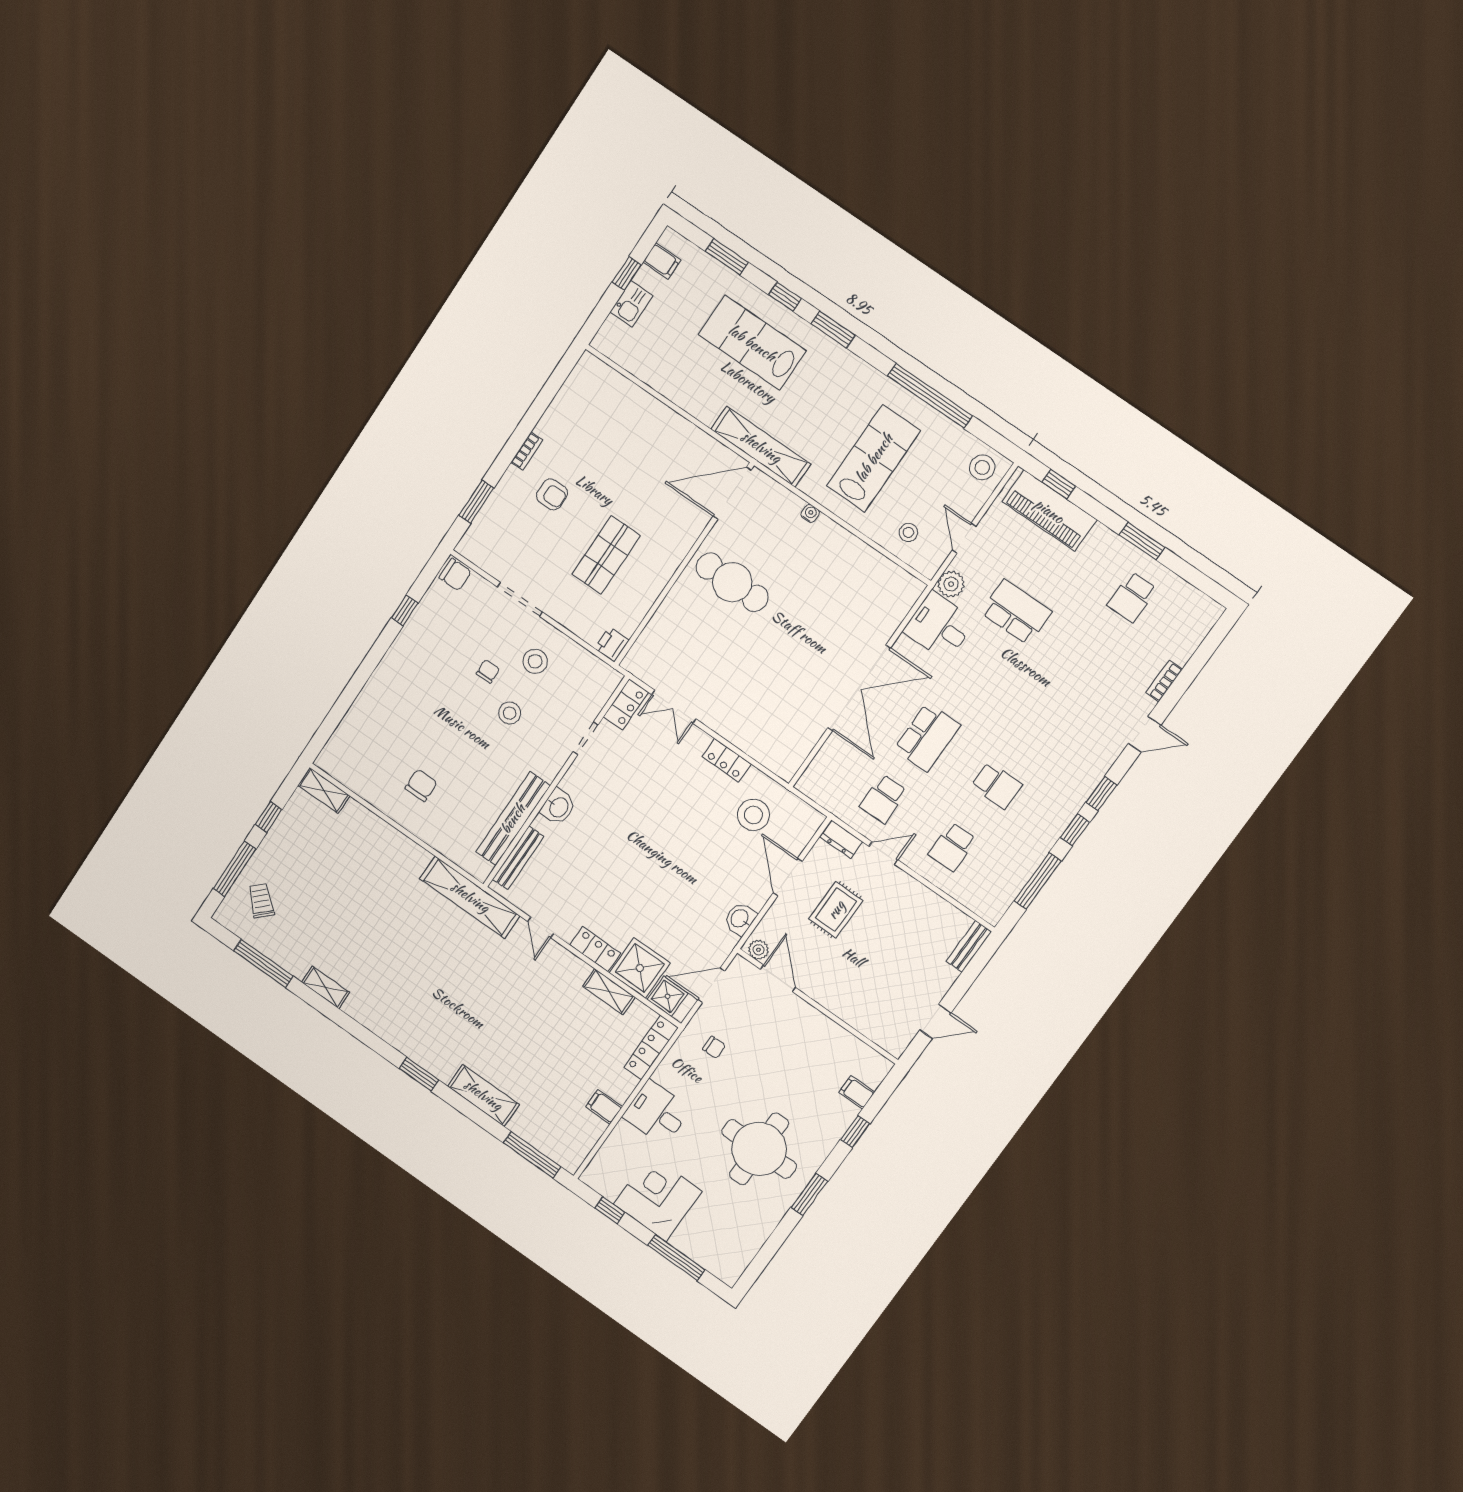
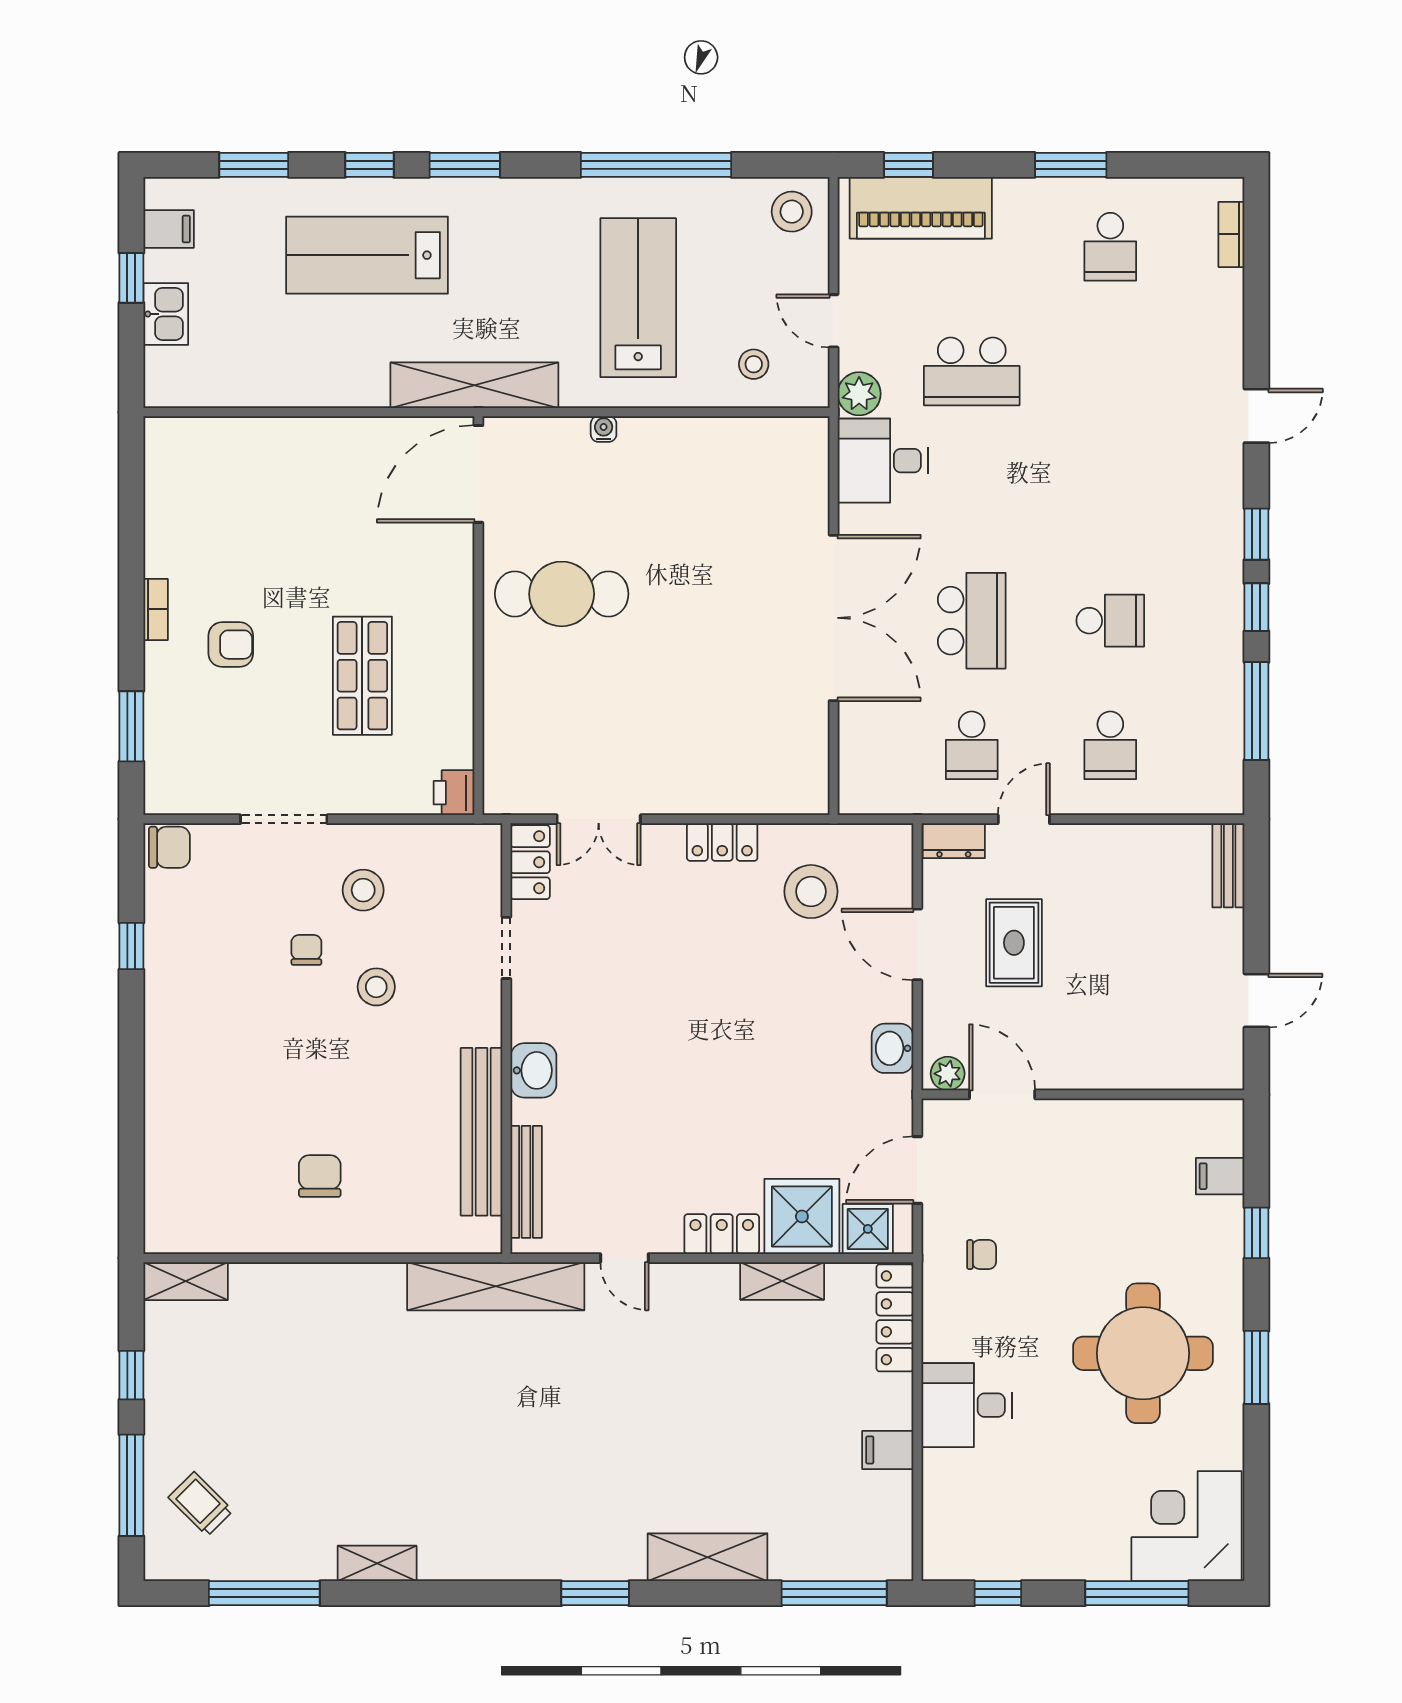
school desk: (1016, 612) -> (972, 371), turned 180
bookcase: (1164, 681) -> (1231, 234), moved
corner desk: (658, 1198) -> (1186, 1526), moved

